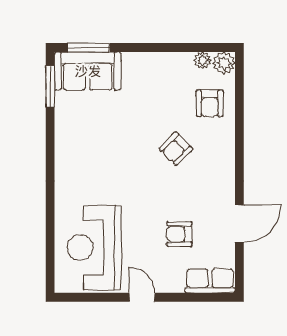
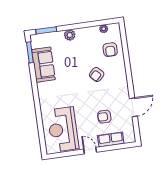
plant: (224, 63) -> (70, 35), moved
sofa: (88, 71) -> (43, 65), moved, turned -90
row of seats: (210, 281) -> (111, 139), moved

